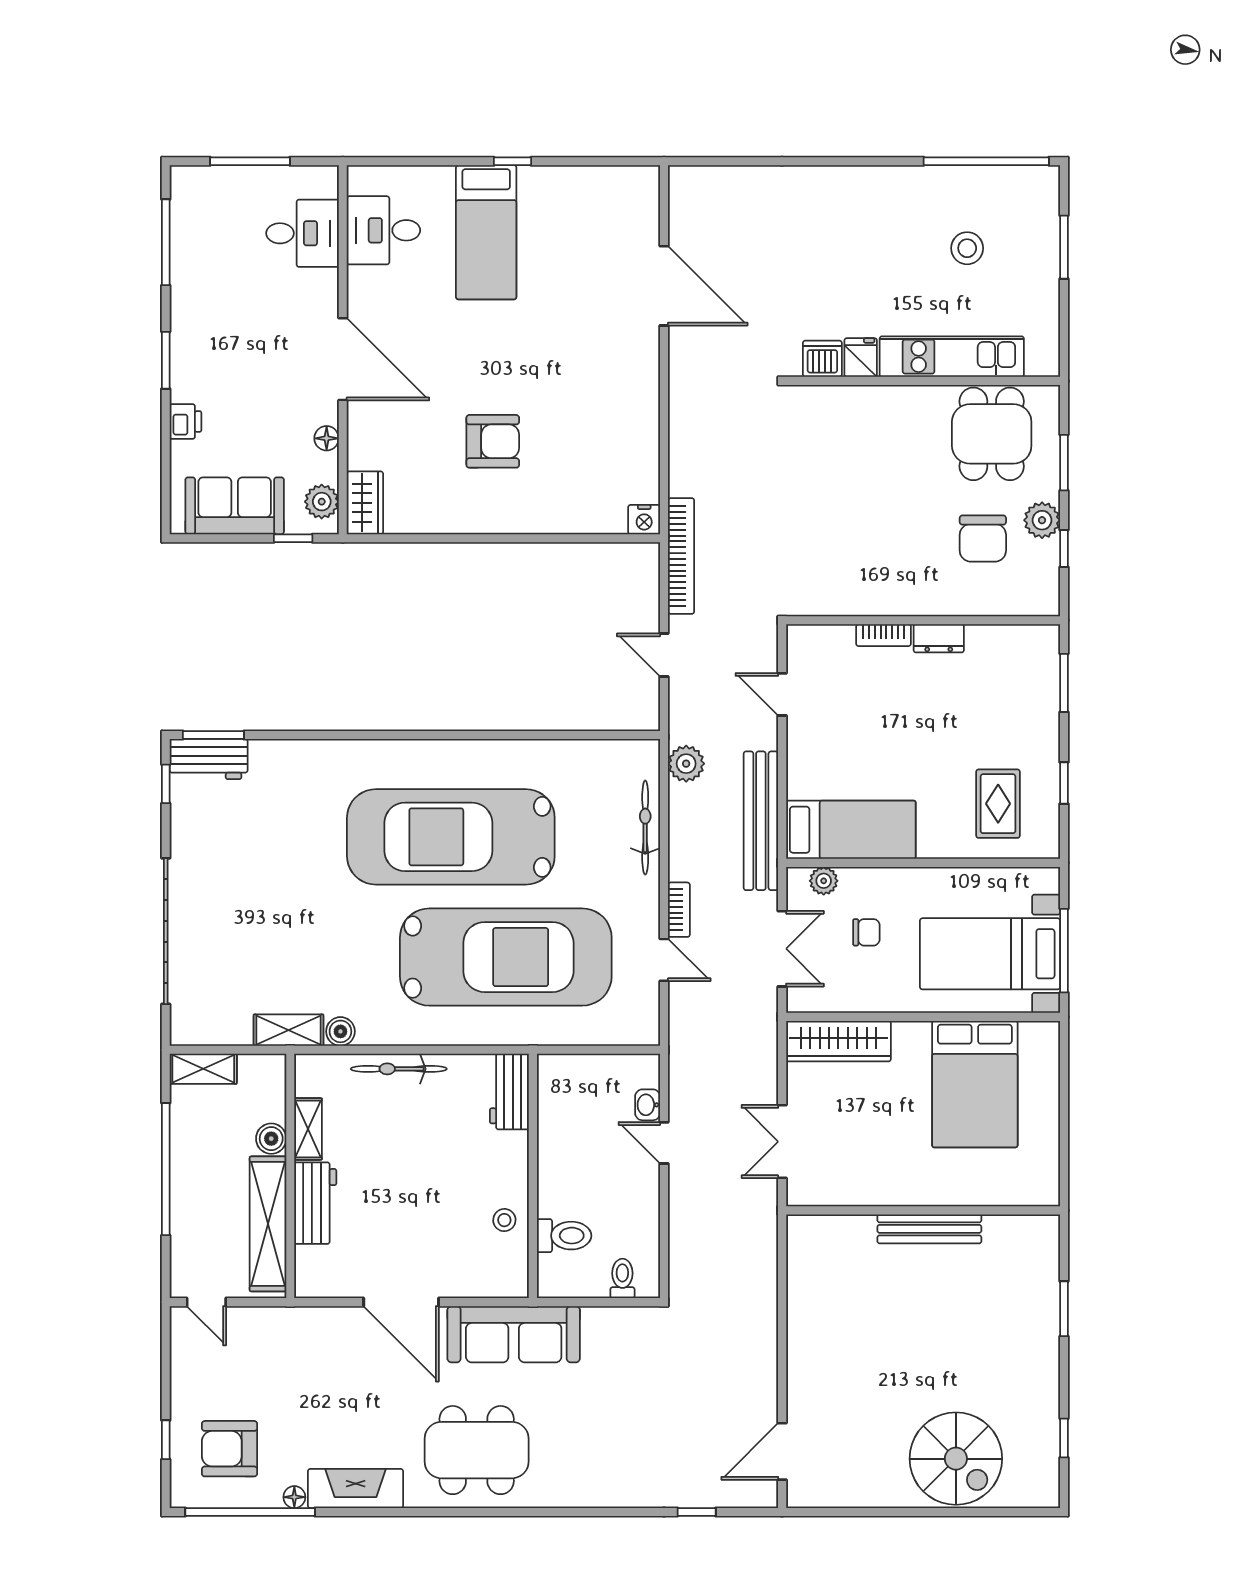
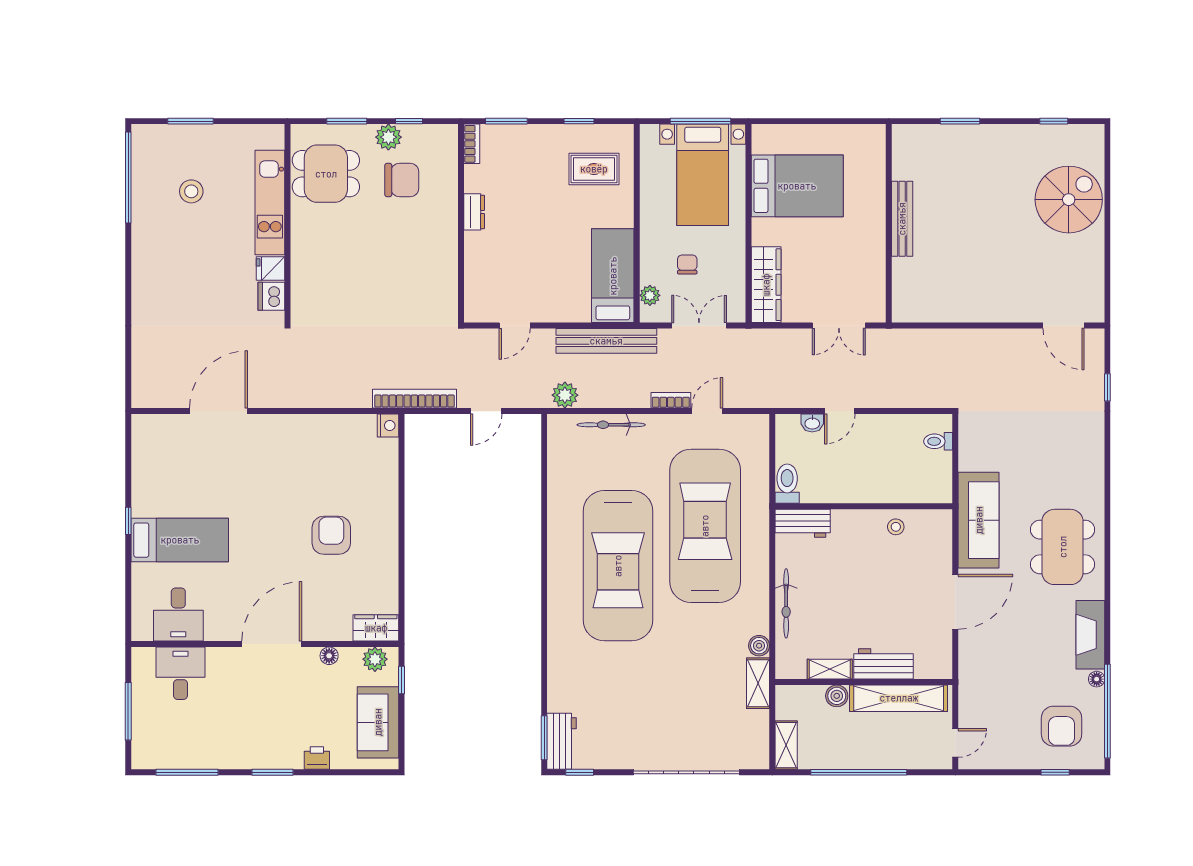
bookcase: (884, 635) -> (472, 144), moved
toilet: (564, 1236) -> (787, 484), moved

